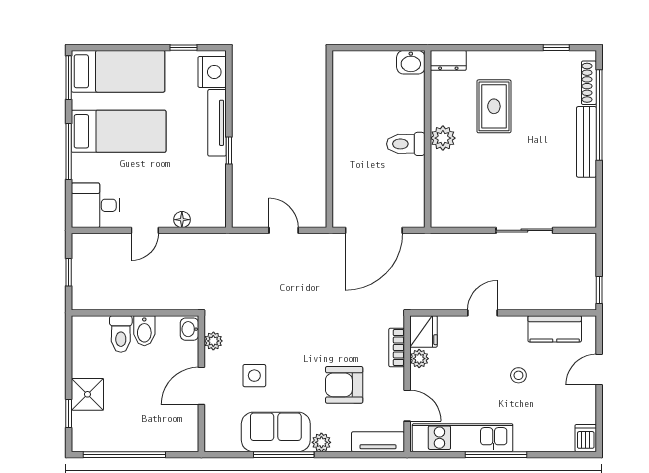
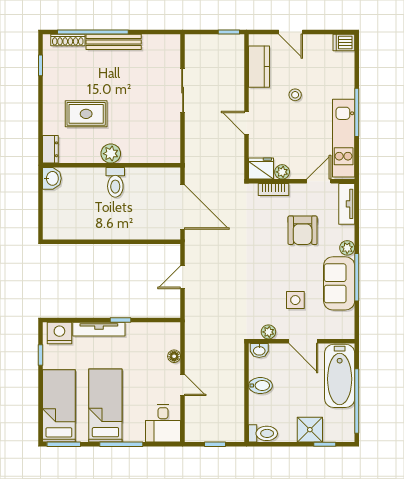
toilet: (121, 334) -> (263, 433), moved
bathtub: (157, 433) -> (340, 376), added

